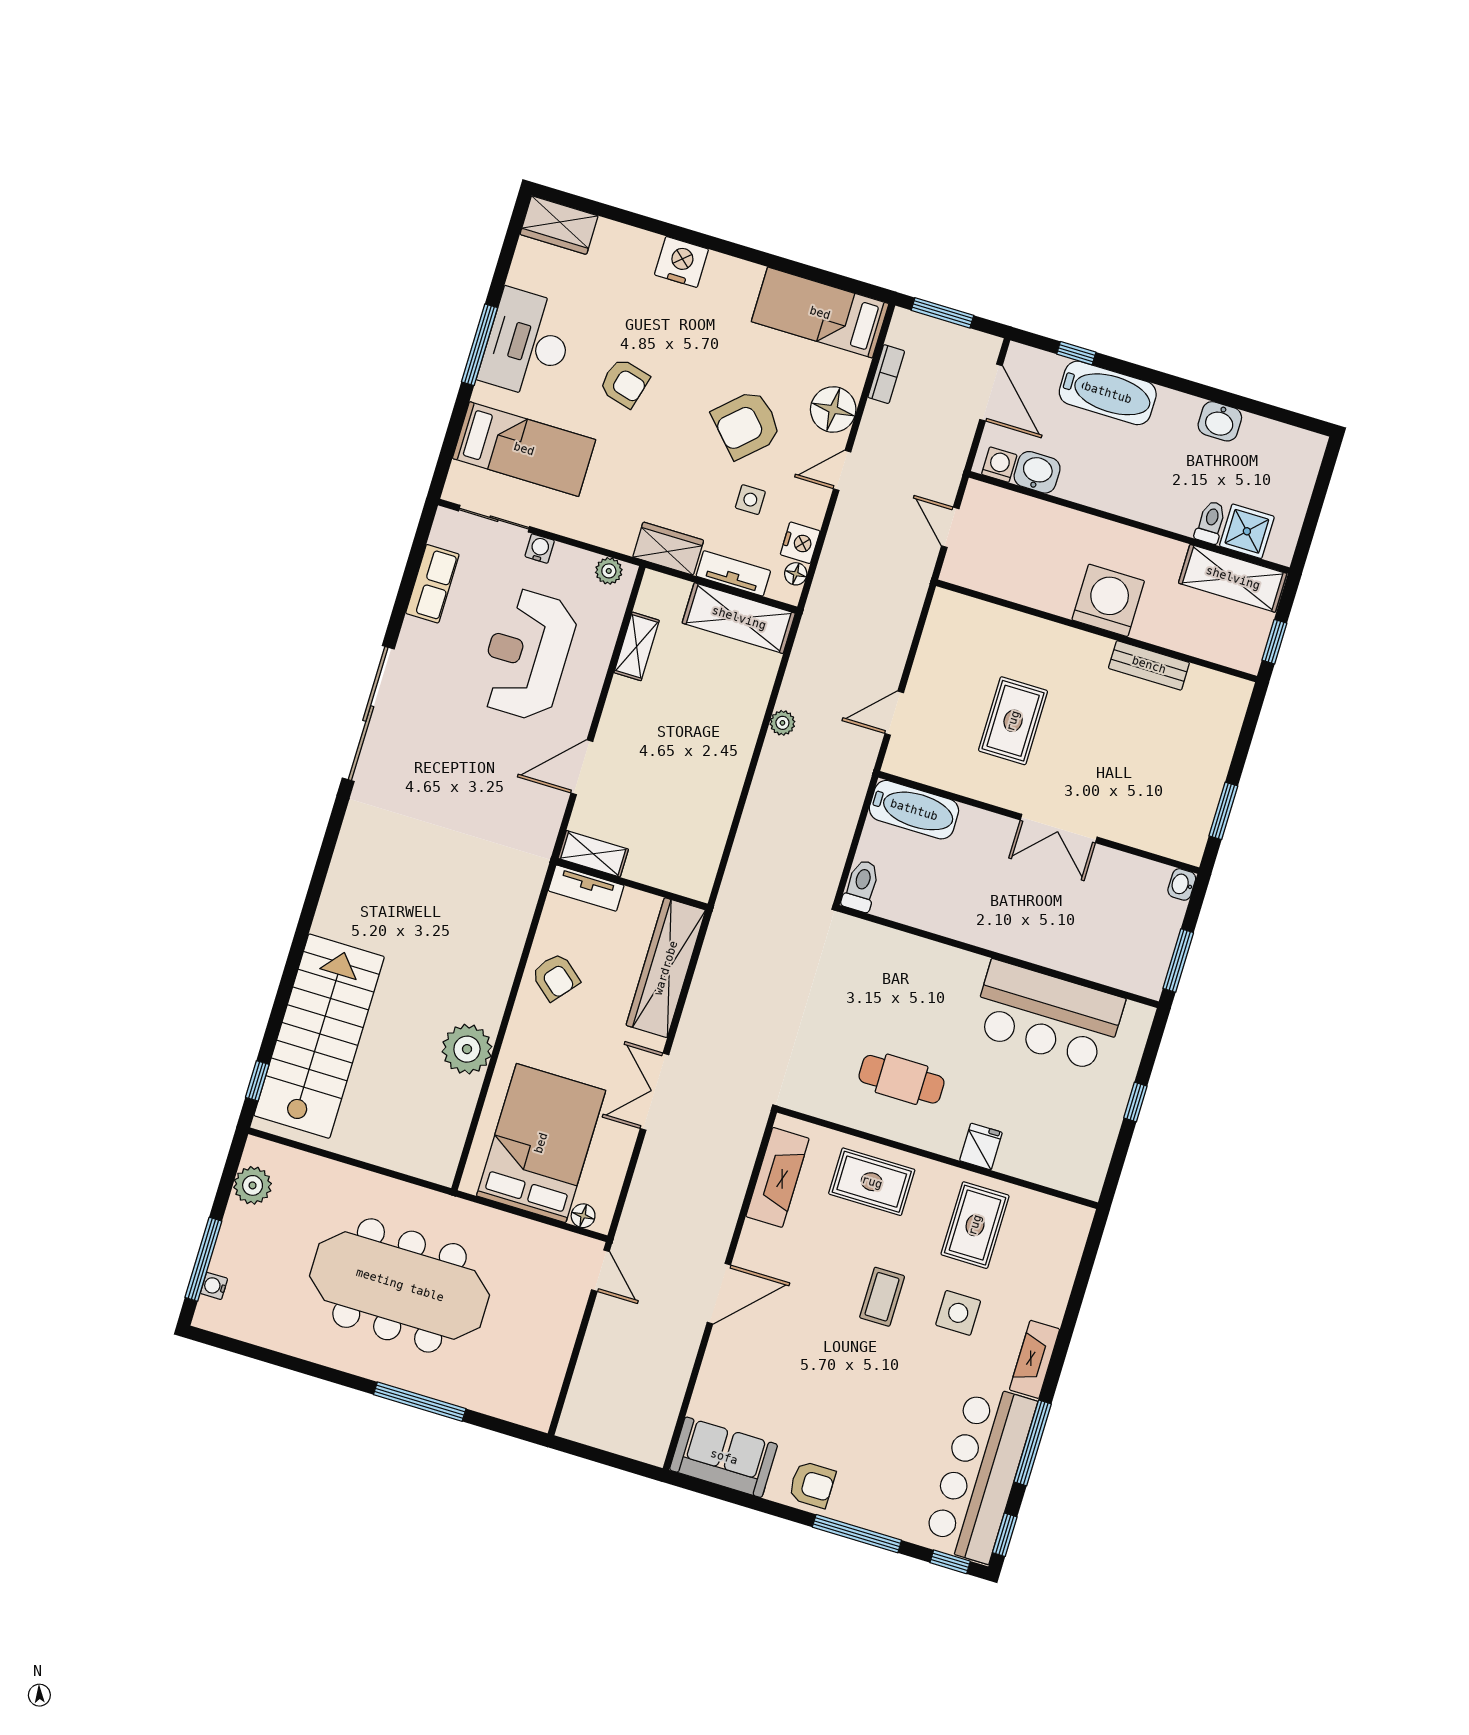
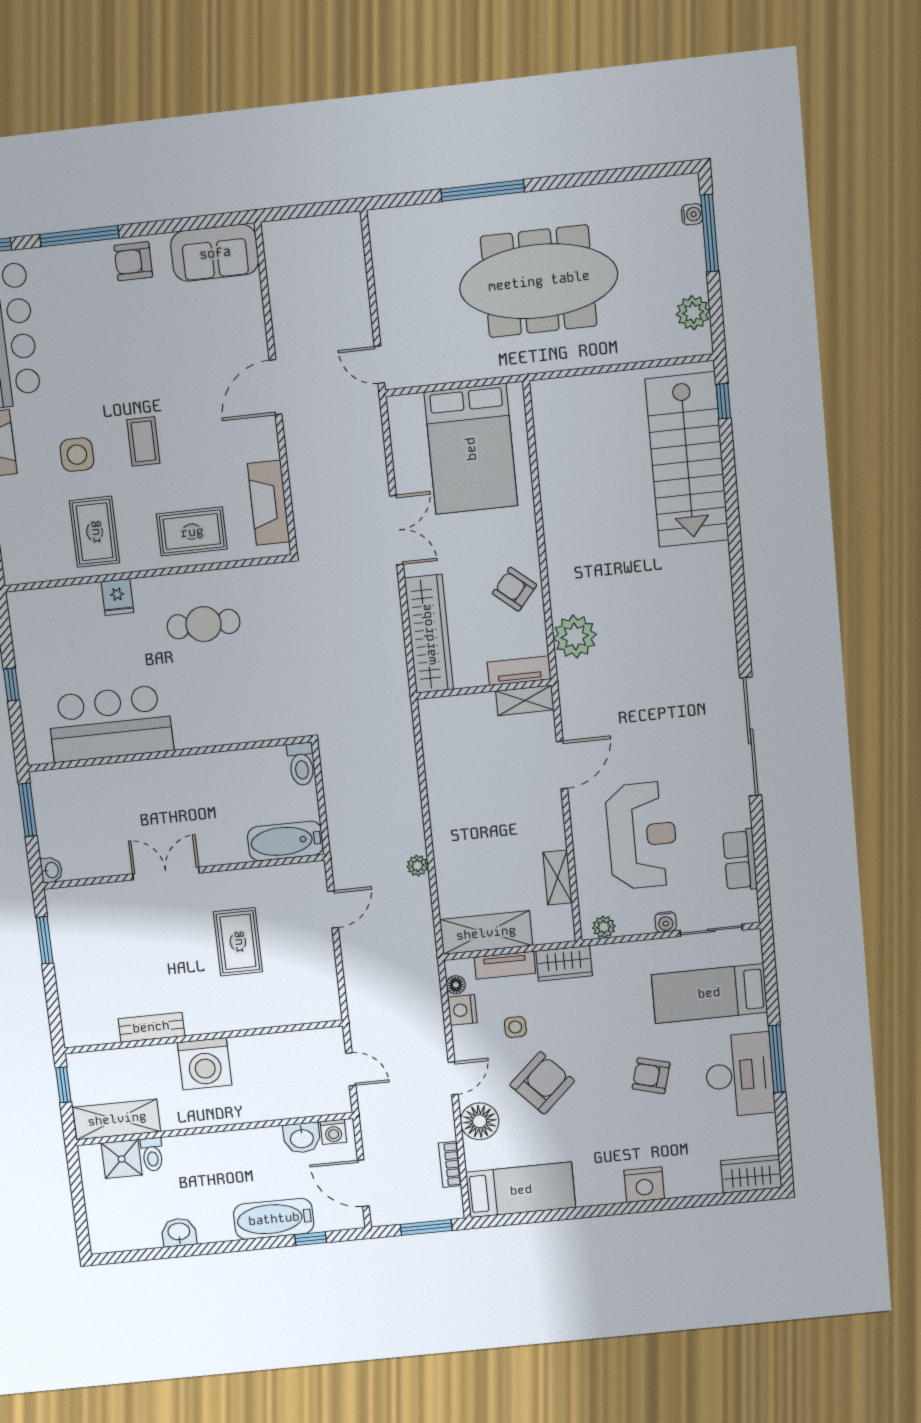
plant: (467, 1049) -> (575, 637), moved
floor lamp: (583, 1216) -> (412, 404), removed

